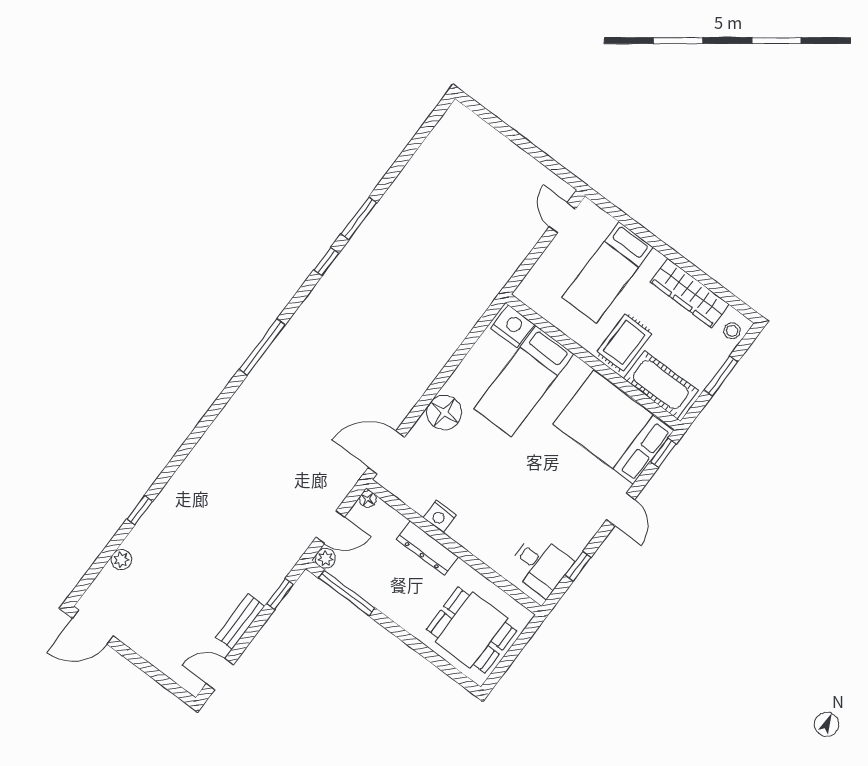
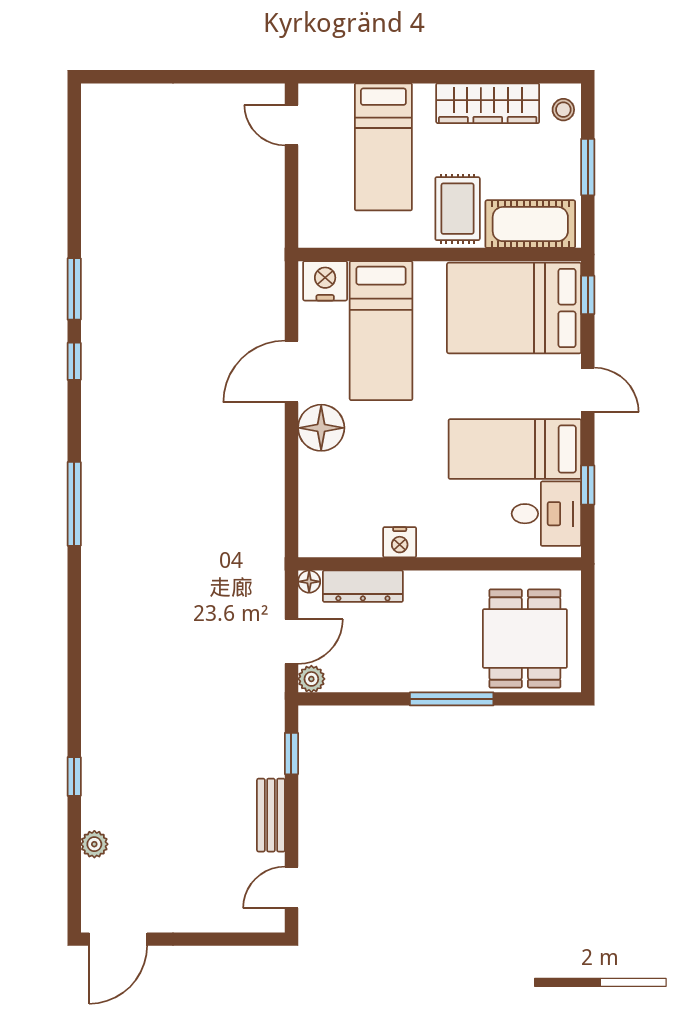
door: (386, 452) -> (291, 371), moved
bed: (551, 512) -> (515, 449), added
dresser: (427, 548) -> (363, 586), moved
window: (347, 593) -> (452, 699), moved
dining table: (471, 630) -> (525, 638), turned 90

